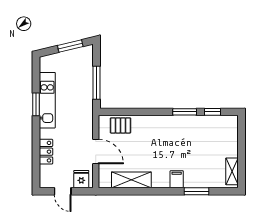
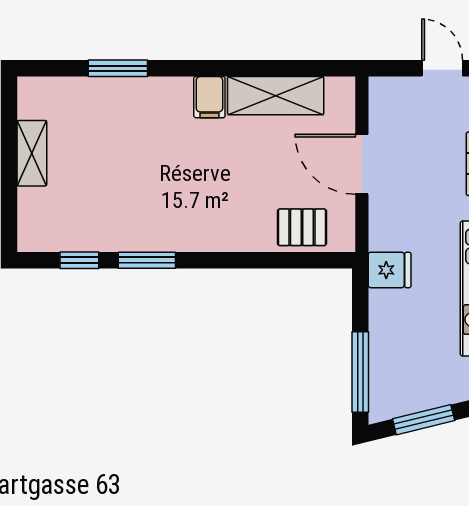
window: (96, 83) -> (360, 372), moved
shelving: (232, 171) -> (32, 153), moved
fridge: (81, 179) -> (390, 270), moved, turned -90
filing cabinet: (177, 179) -> (209, 97), moved

